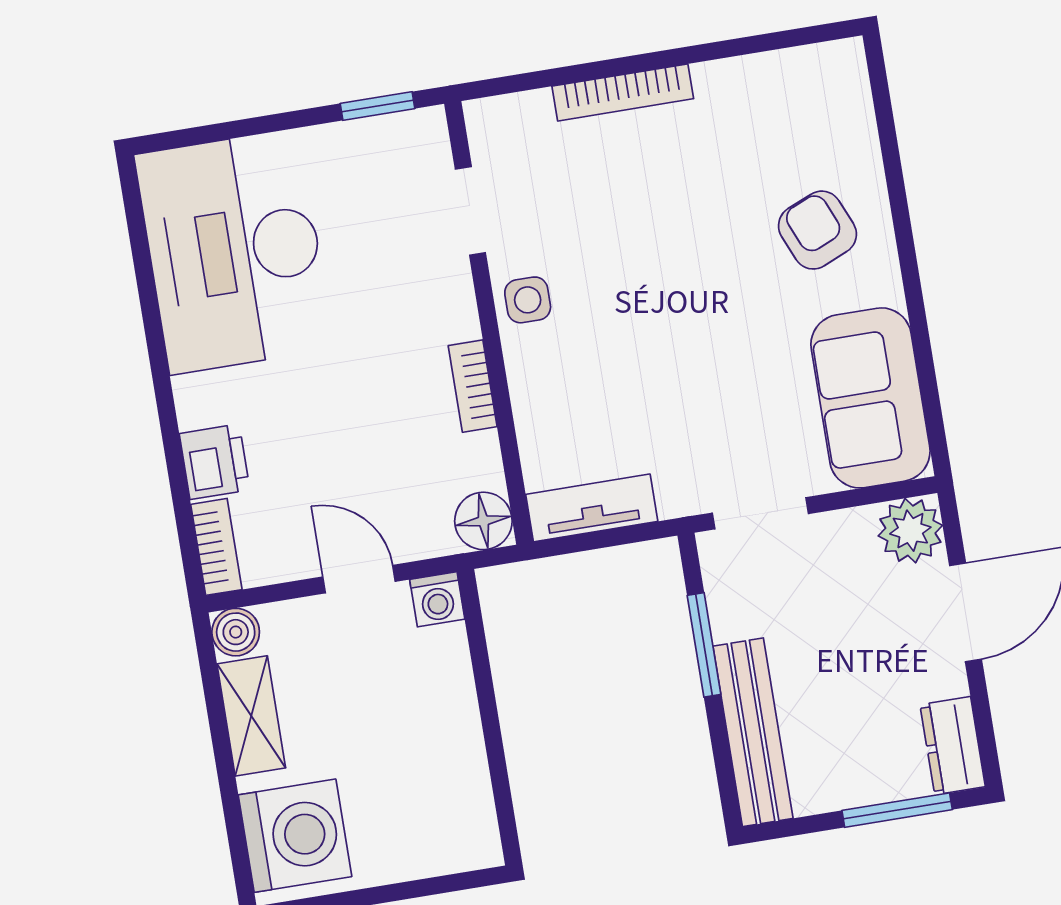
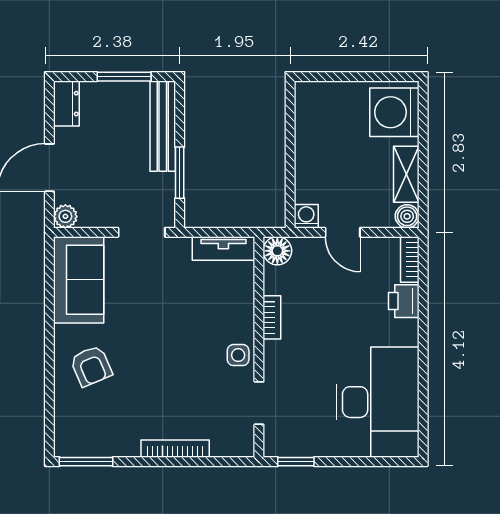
window: (796, 37) -> (86, 462), added
plant: (910, 531) -> (65, 216), width x0.73, depth x0.73
window: (897, 810) -> (124, 77), moved

